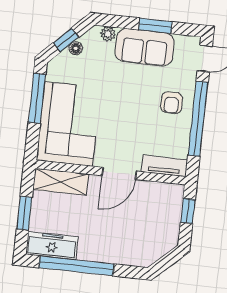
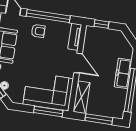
window: (37, 98) -> (48, 112), moved
window: (24, 213) -> (99, 119), width x1.44
freezer: (52, 246) -> (123, 73), moved

